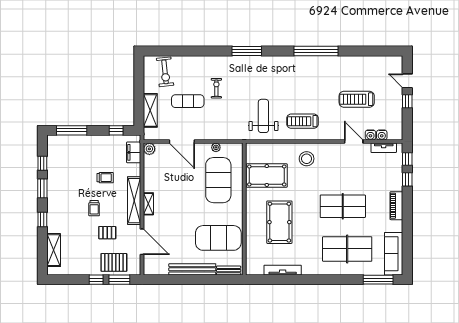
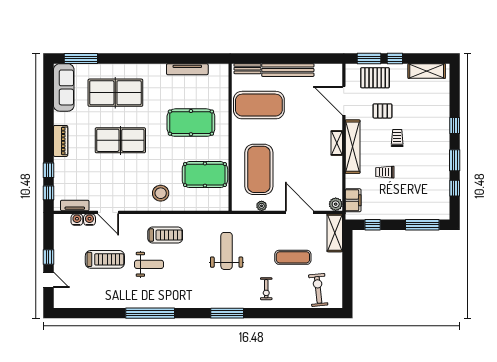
exercise bike: (216, 88) -> (266, 289), moved
weight bench: (317, 95) -> (149, 264), added
shelving: (150, 110) -> (335, 233), moved
weight bench: (263, 116) -> (227, 251), moved, turned 180
pool table: (279, 222) -> (191, 123), turned 90
shelving: (54, 250) -> (427, 71), moved, turned 90

